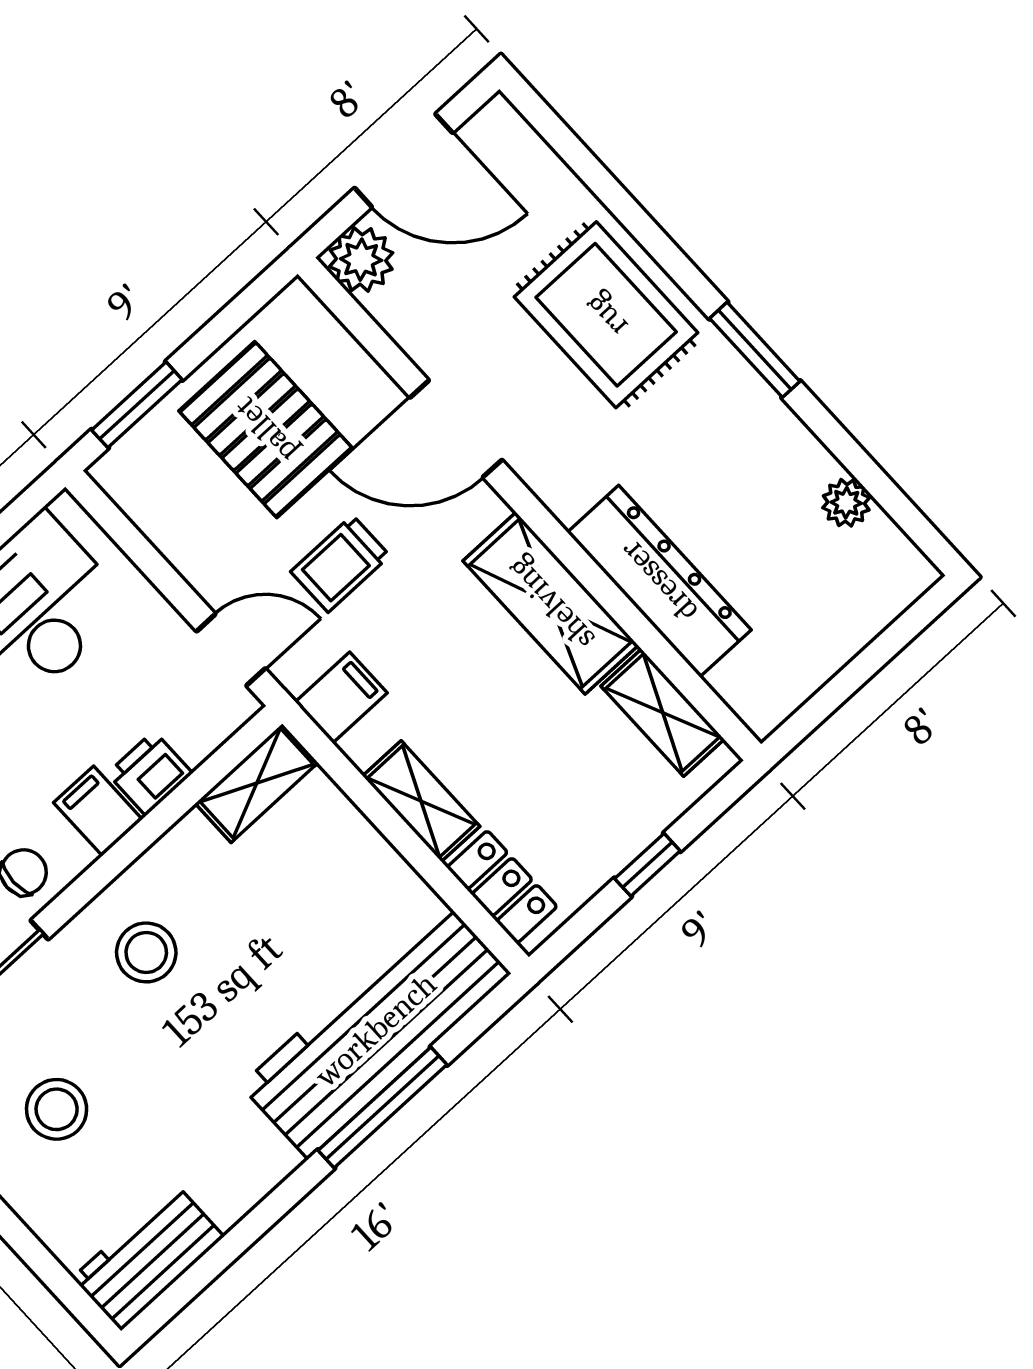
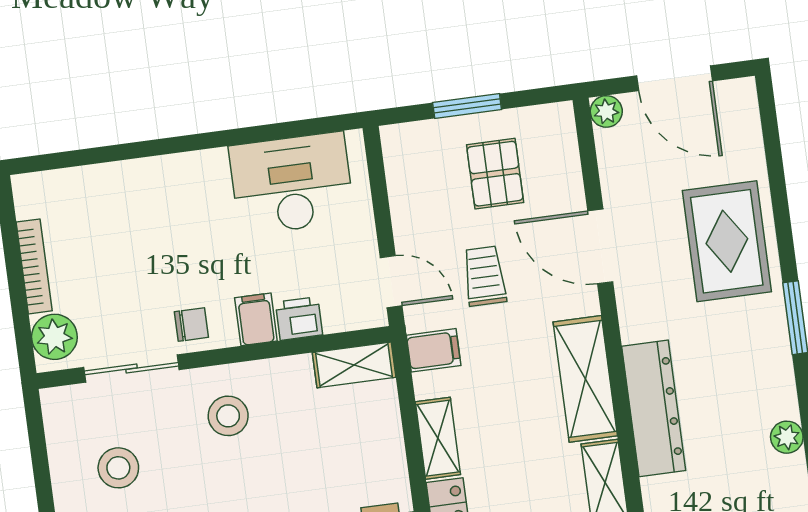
plant: (361, 260) -> (606, 111), width x0.73, depth x0.73
window: (137, 405) -> (467, 106), moved
pallet: (266, 430) -> (495, 174), width x0.67, depth x0.71
trolley: (340, 564) -> (485, 276), turned 90

